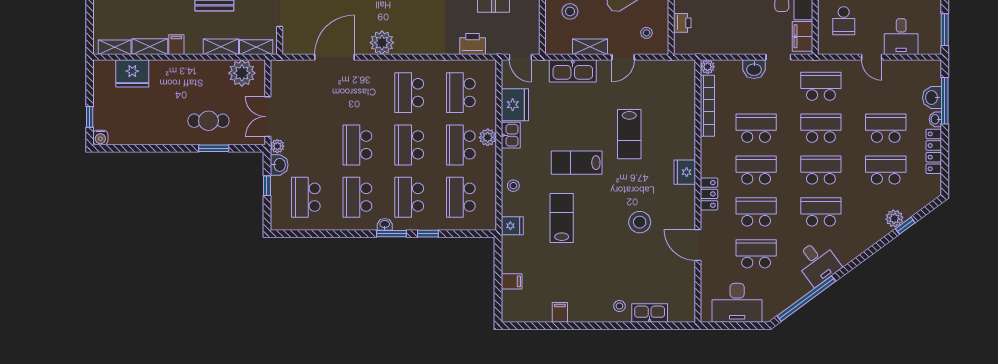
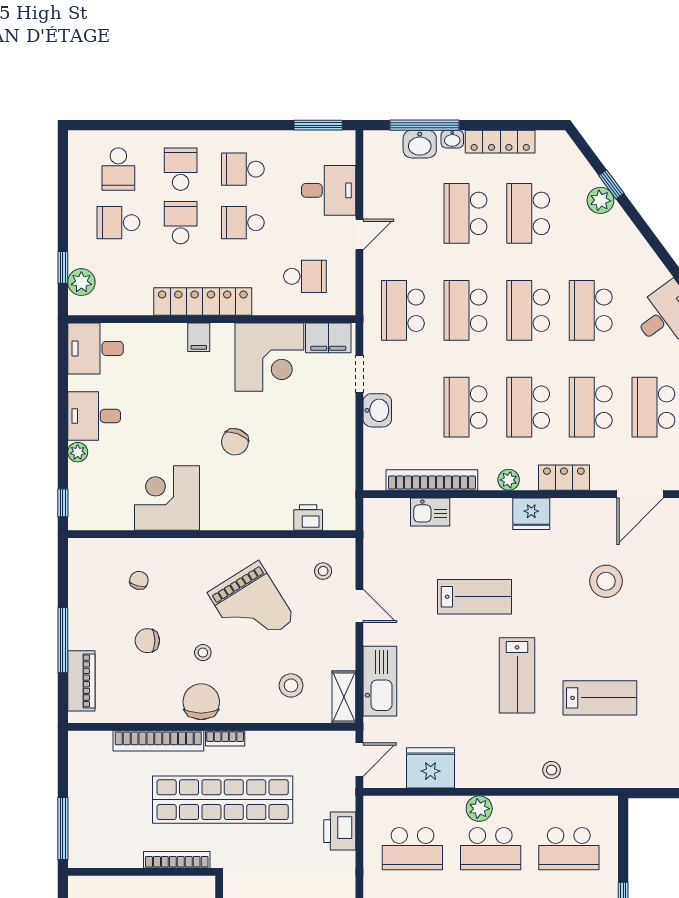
shelving: (590, 47) -> (344, 697), moved
plant: (708, 67) -> (509, 480), moved
kitchen sink: (511, 135) -> (430, 512), moved, turned 180
lab bench: (562, 218) -> (600, 698), turned 180
fridge: (512, 226) -> (611, 772), removed

